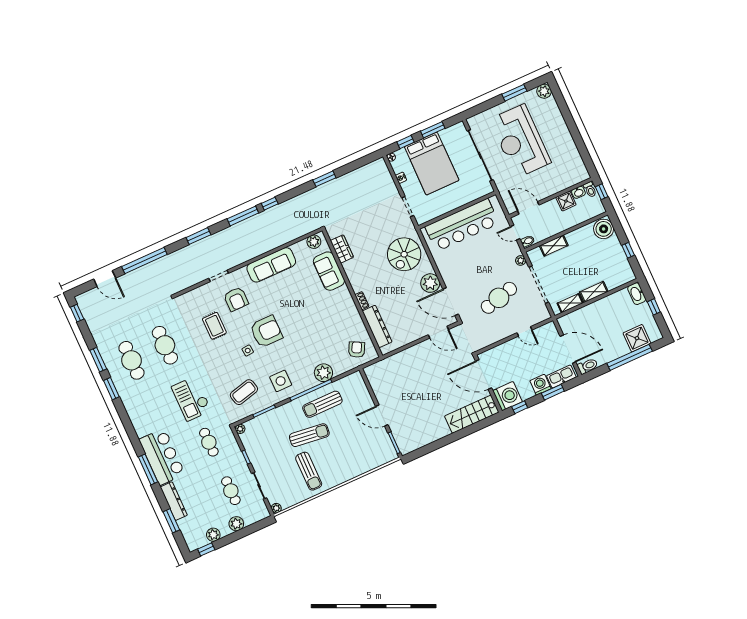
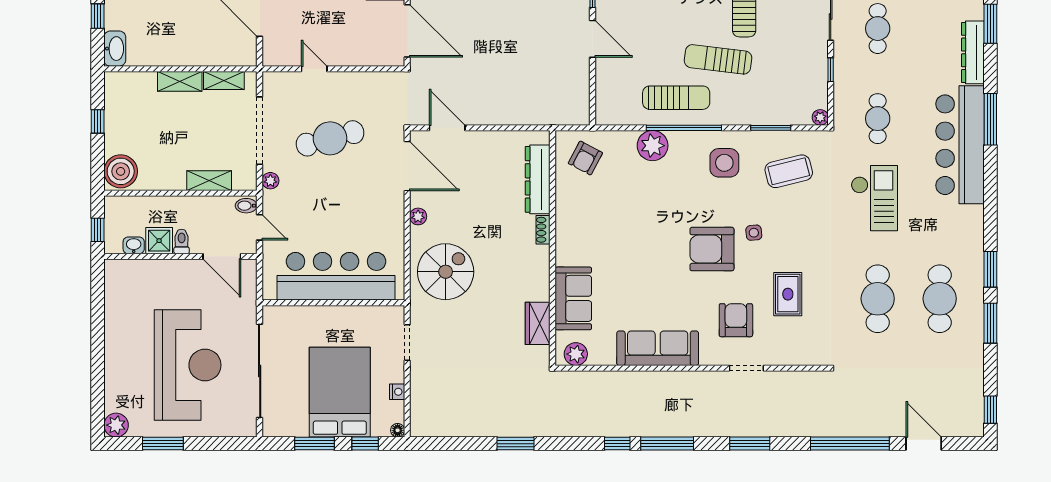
toilet: (590, 190) -> (182, 241), moved
plant: (430, 283) -> (418, 216), width x0.53, depth x0.53
bar counter: (162, 457) -> (960, 145), width x1.36

